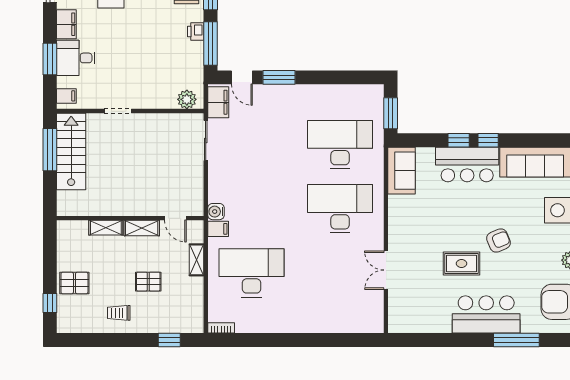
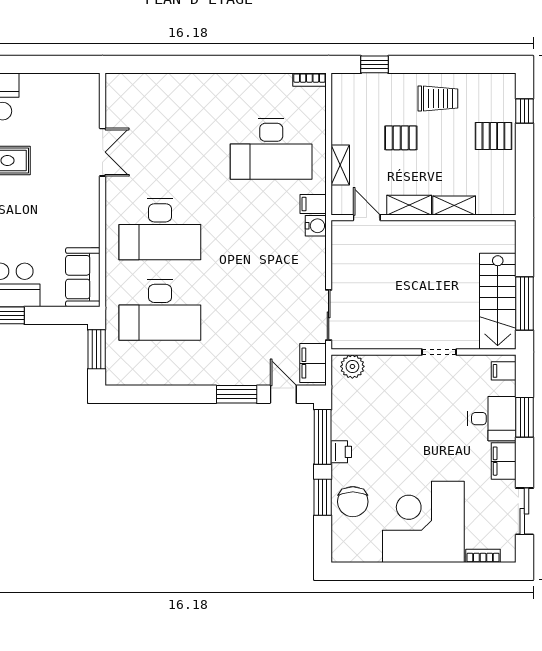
trolley: (119, 313) -> (438, 98), width x1.36, depth x1.39

